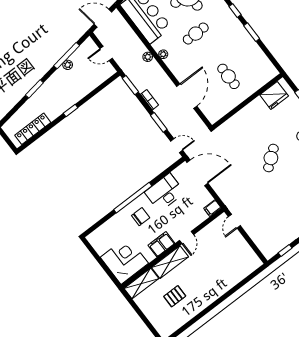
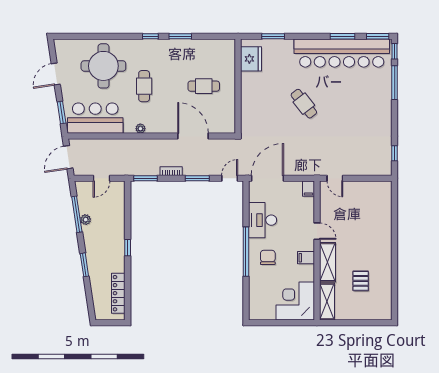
plant: (148, 57) -> (132, 144), removed
filing cabinet: (161, 244) -> (306, 258), width x0.50

